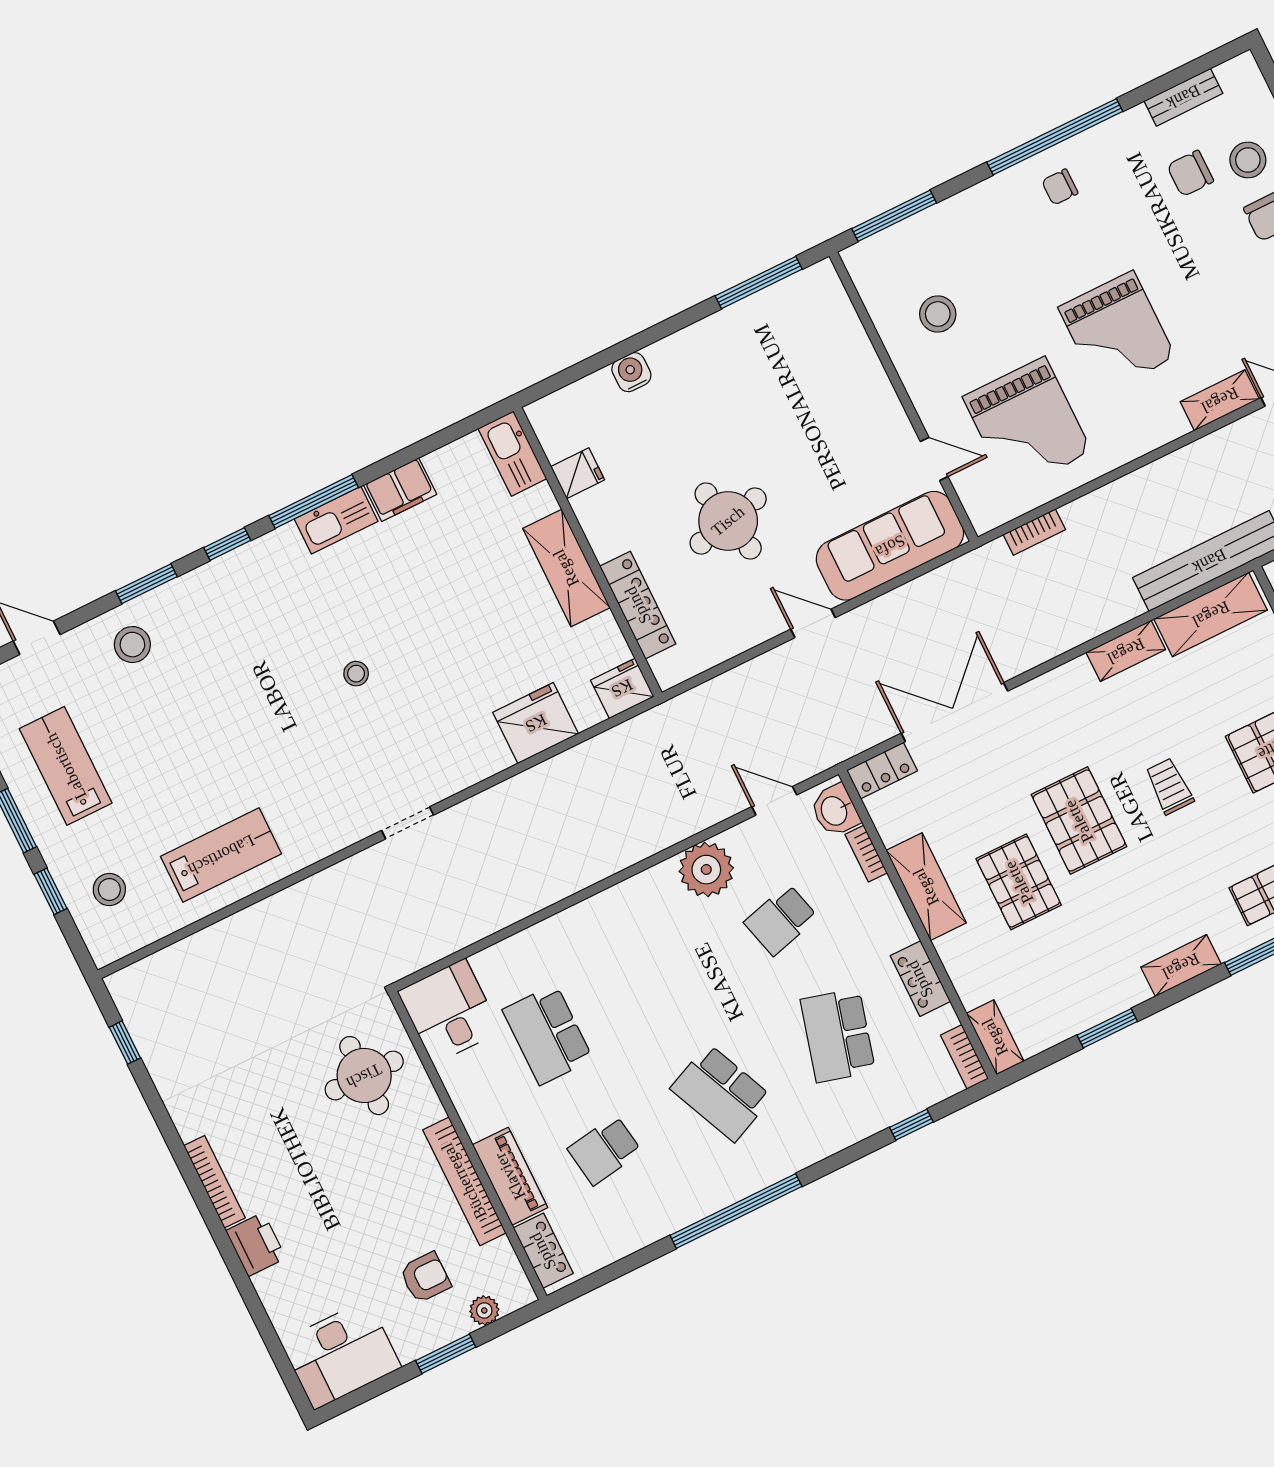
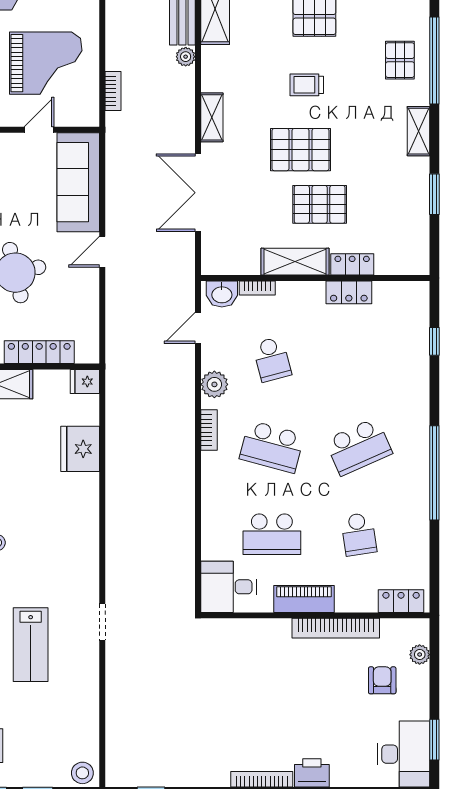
plant: (1128, 606) -> (186, 57), added
shelving: (1126, 651) -> (212, 117), moved
fridge: (622, 688) -> (85, 382), width x0.72
locker: (882, 770) -> (352, 264), moved, turned -90
doorway: (408, 823) -> (102, 622), moved
lab bench: (221, 855) -> (31, 645), moved, turned 180
plant: (706, 870) -> (214, 384), width x0.73, depth x0.73
stool: (109, 890) -> (82, 773), moved
school desk: (838, 1035) -> (272, 447), moved
shelving: (995, 1037) -> (407, 265), removed
bookcase: (965, 1057) -> (209, 430), moved, turned -90
round table: (364, 1076) -> (242, 657), removed
piano: (510, 1176) -> (304, 599), moved
window: (446, 1354) -> (434, 740), moved

